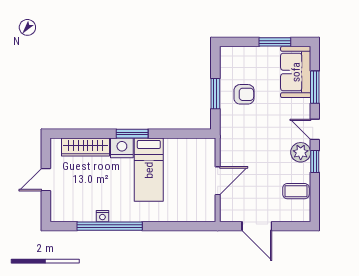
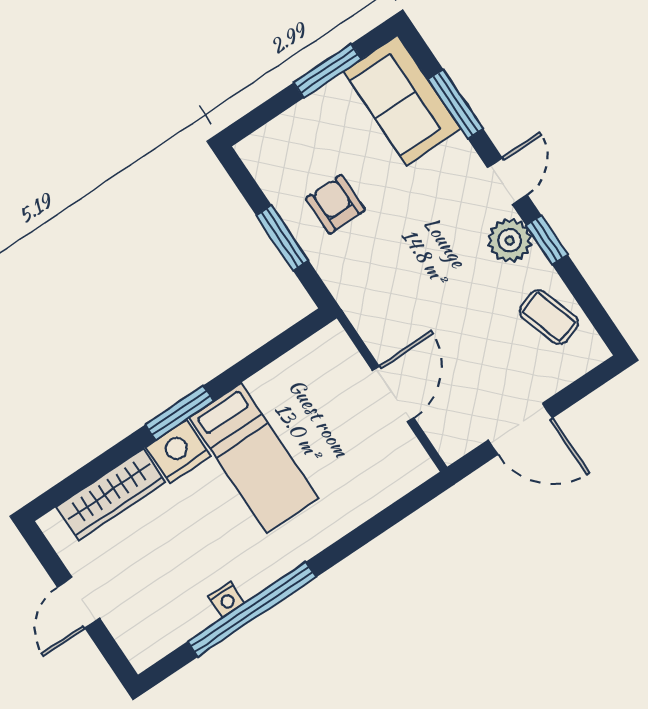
armchair: (244, 94) -> (335, 204), turned -90
door: (315, 129) -> (507, 181), swing flipped
coffee table: (296, 191) -> (549, 317), turned 72

